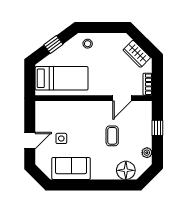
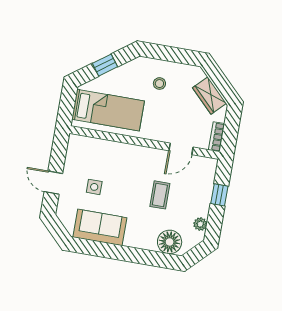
stool: (88, 44) -> (159, 84), moved
door: (30, 141) -> (53, 183), swing flipped

